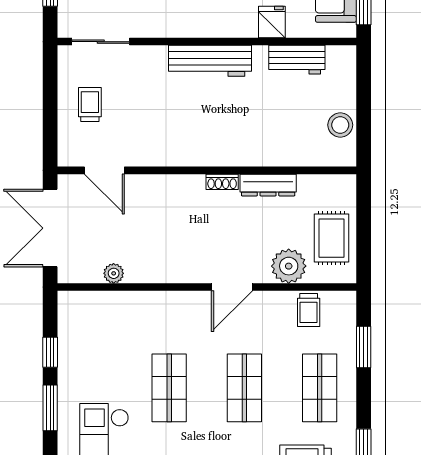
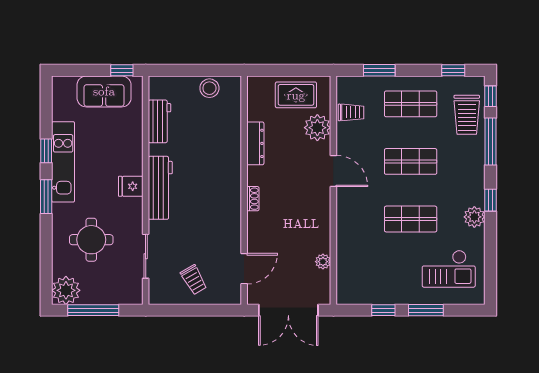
fridge: (272, 22) -> (131, 186), moved
sliding door: (101, 42) -> (146, 256), moved
trolley: (90, 104) -> (194, 280), turned -120
shoe rack: (222, 182) -> (253, 199), moved

